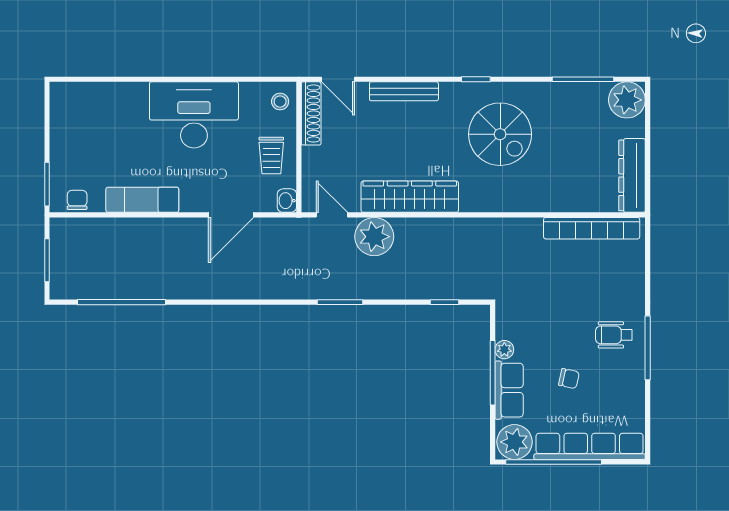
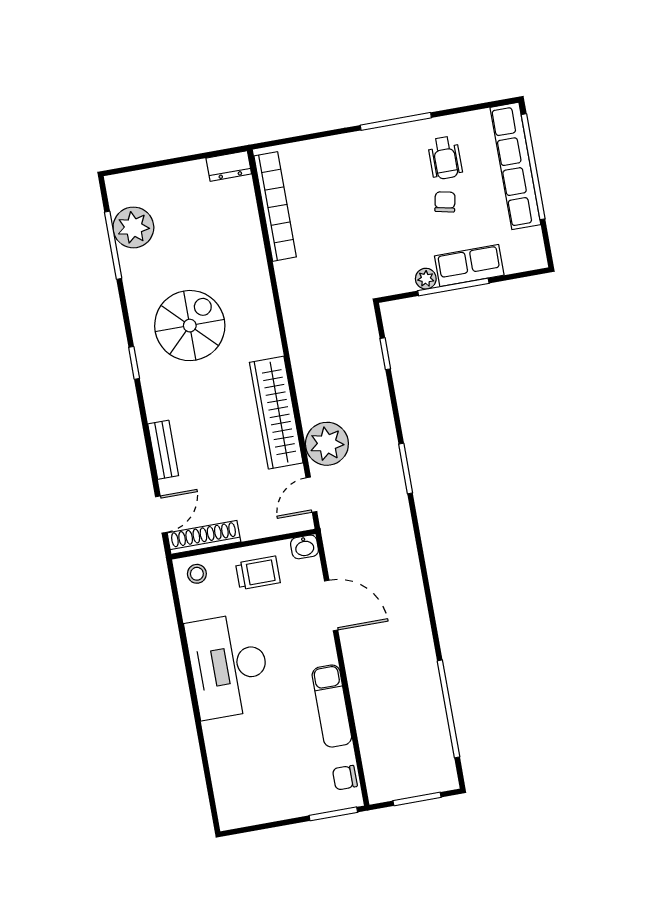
bench: (404, 91) -> (163, 450), width x0.73
plant: (627, 100) -> (133, 227), moved
dresser: (632, 175) -> (229, 166), width x0.51, depth x0.80
wheelchair: (614, 335) -> (445, 158), moved
plant: (515, 442) -> (525, 249), removed
window: (554, 462) -> (533, 167), moved

